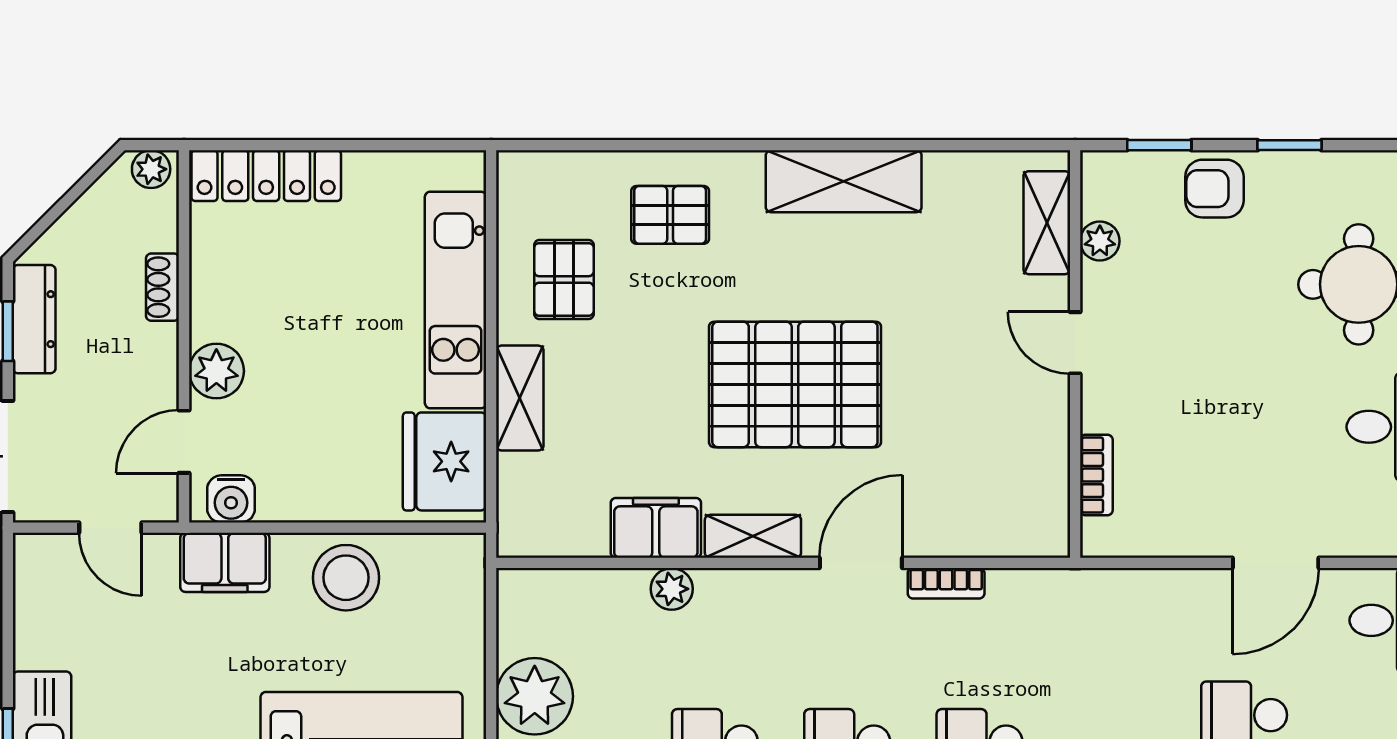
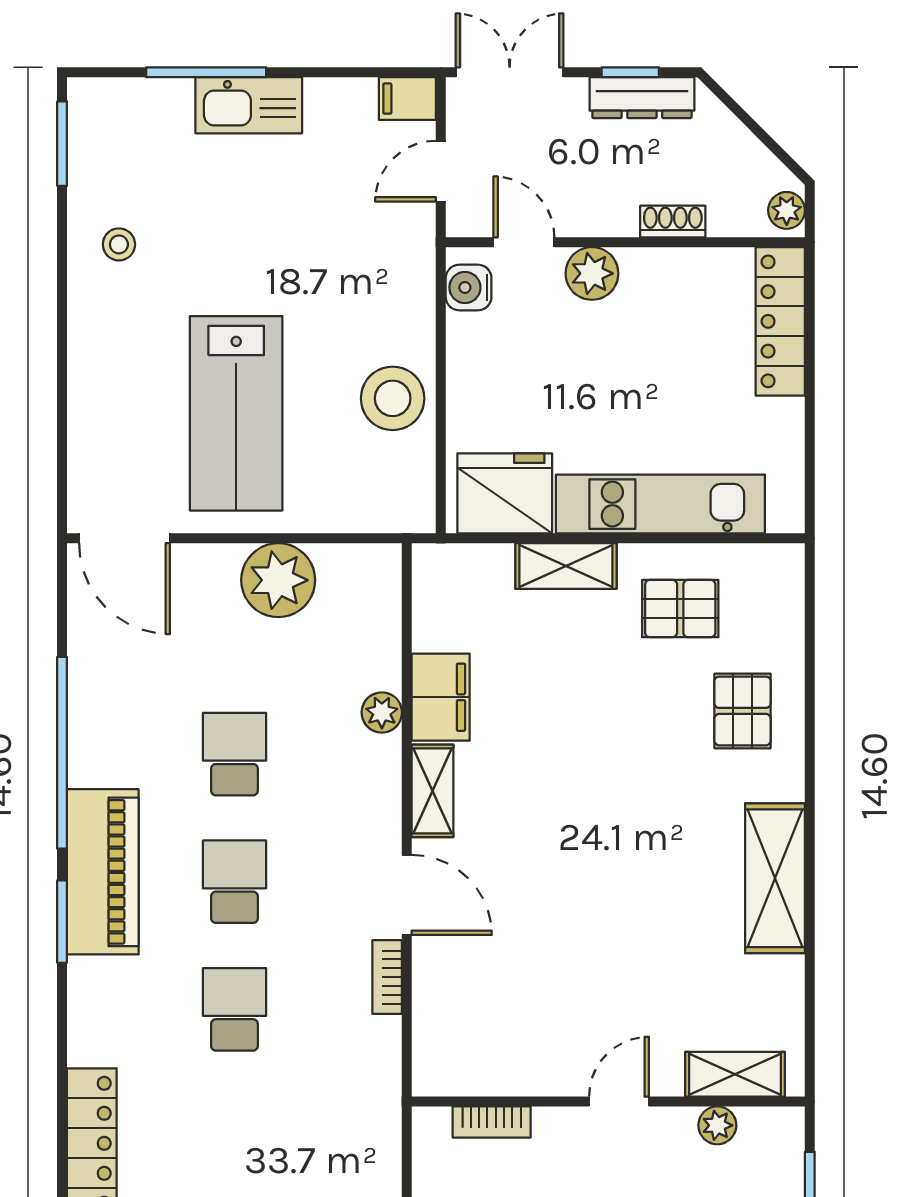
pallet: (795, 384) -> (579, 831), removed
filing cabinet: (225, 562) -> (407, 99), moved, width x0.50

